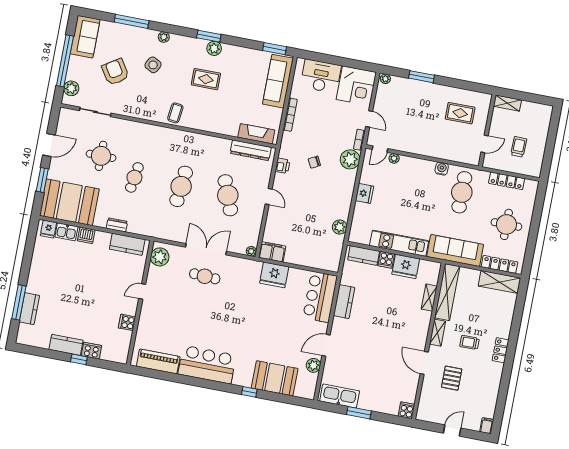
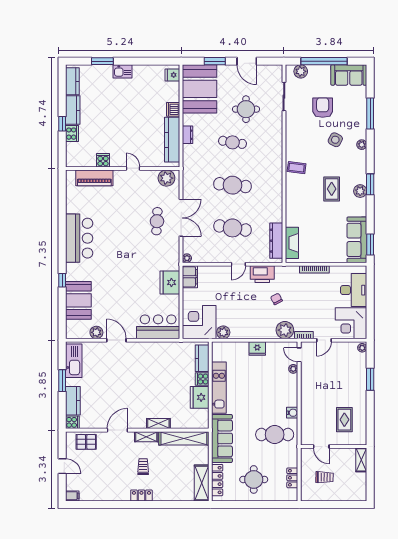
armchair: (115, 72) -> (323, 108), turned -57
sofa: (278, 81) -> (357, 240), moved, turned -90
printer: (283, 166) -> (262, 274), width x1.87, depth x1.48
locker: (507, 181) -> (292, 478), width x0.66
cafe table: (228, 195) -> (233, 228), turned 30
kitchen sink: (66, 232) -> (123, 71), moved, turned -90
kitchen counter: (127, 244) -> (172, 140), width x1.50
corner desk: (324, 251) -> (199, 322), added
shelving: (429, 298) -> (158, 423), moved
window: (19, 302) -> (102, 61), width x0.69
kitchen counter: (344, 302) -> (73, 401), moved, turned -90
kitchen counter: (29, 309) -> (72, 81), moved, turned -90
piano: (158, 361) -> (94, 178), moved, turned 90
pallet: (452, 378) -> (86, 442), moved

